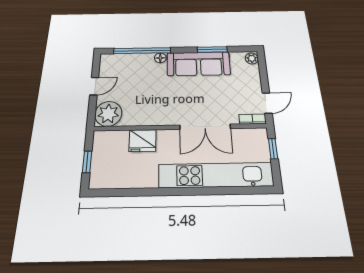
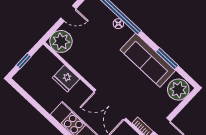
floor lamp: (160, 58) -> (118, 24), moved
plant: (252, 58) -> (178, 90), width x1.88, depth x1.88

